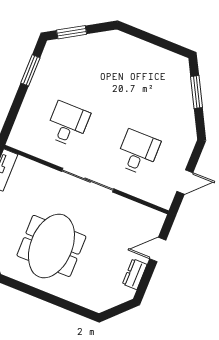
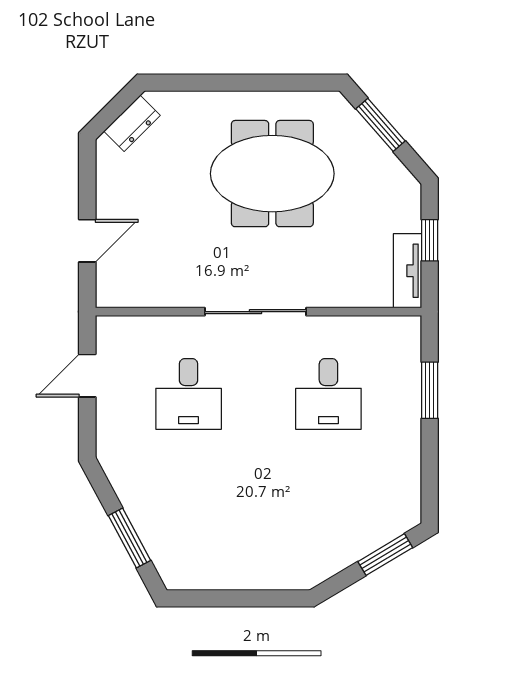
window: (30, 70) -> (430, 390), moved
meeting table: (51, 246) -> (272, 174), turned 90
dresser: (135, 274) -> (132, 123), moved, turned 45

